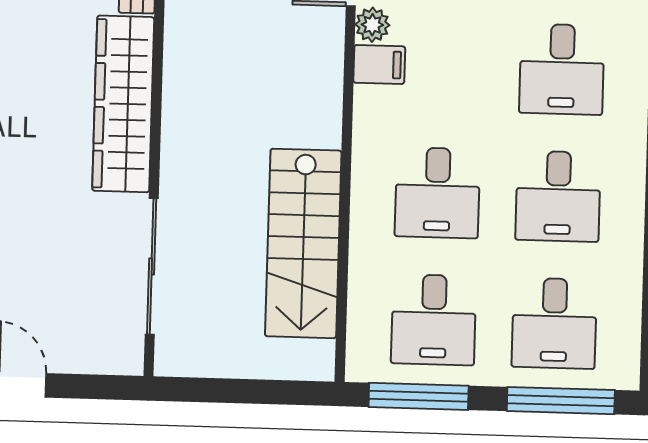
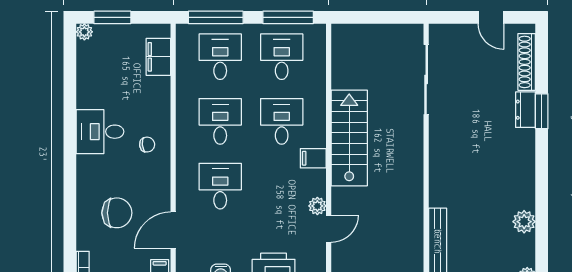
filing cabinet: (379, 65) -> (313, 158), moved
wardrobe: (123, 104) -> (443, 162), removed
stairs: (303, 243) -> (349, 138), moved

